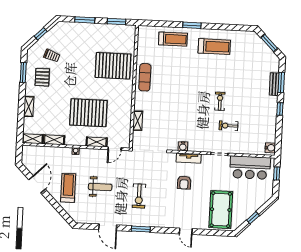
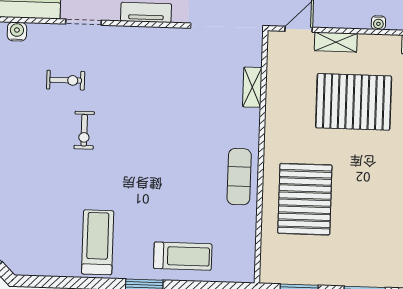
treadmill: (173, 39) -> (183, 256), turned 180
treadmill: (214, 47) -> (98, 242), turned 90
pallet: (113, 66) -> (305, 199), turned 90
water cooler: (183, 146) -> (17, 32), moved

